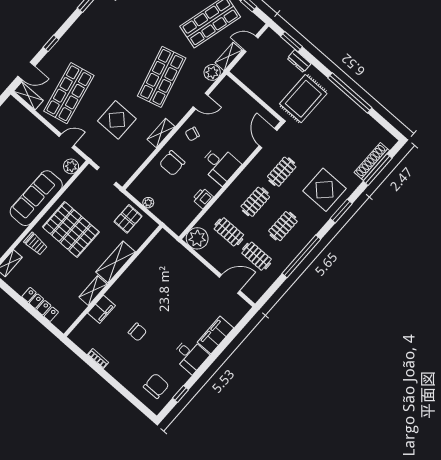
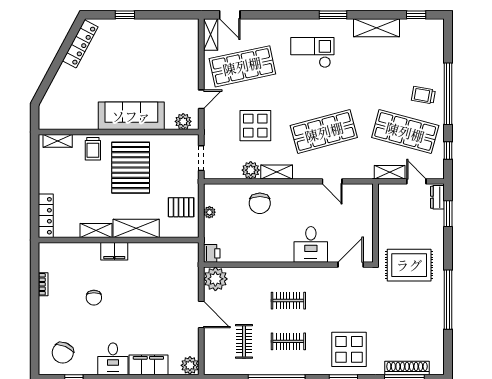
checkout: (101, 37) -> (312, 52), added
window: (51, 43) -> (271, 15), removed
dresser: (299, 61) -> (437, 197), moved
plant: (212, 72) -> (251, 170), moved
chair: (192, 134) -> (299, 199), removed
door: (67, 141) -> (201, 99), hinge flipped
chair: (172, 163) -> (260, 203), turned -90
desk: (220, 165) -> (311, 244), moved
clothes rail: (282, 172) -> (333, 301), removed
printer: (203, 198) -> (212, 253), moved, turned 90
clothes rail: (229, 232) -> (244, 301), removed
door: (230, 284) -> (201, 314), moved
locker: (40, 304) -> (46, 216), moved
plant: (241, 307) -> (190, 365), added
filing cabinet: (102, 309) -> (114, 251), moved
chair: (156, 386) -> (63, 353), turned 113

